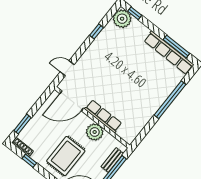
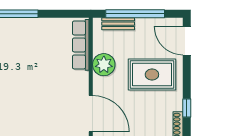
row of seats: (103, 116) -> (81, 45), moved

